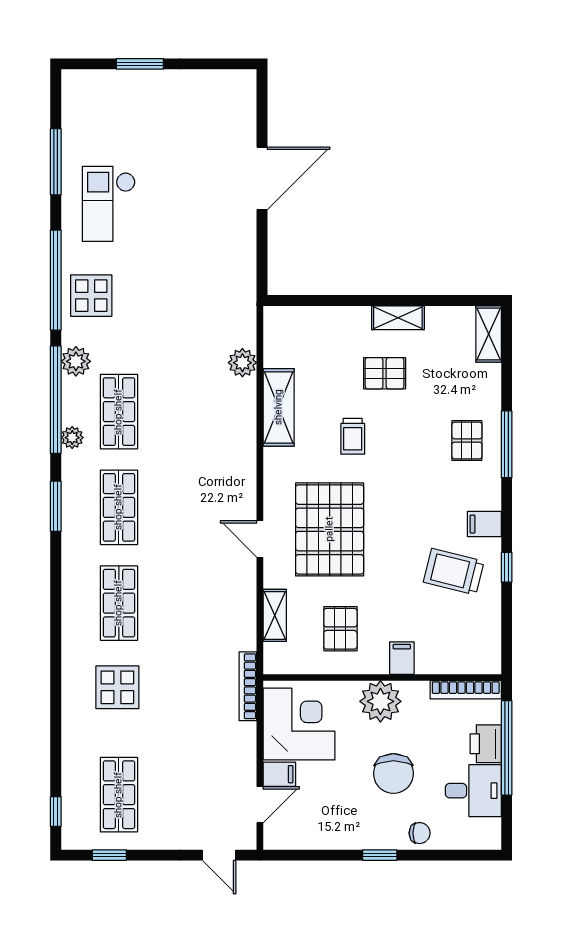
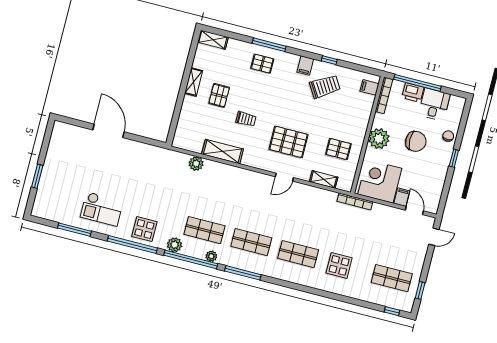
window: (56, 506) -> (243, 273), width x1.44
pallet: (330, 529) -> (289, 142), width x0.73, depth x0.71
trolley: (454, 572) -> (325, 87), turned -136
filing cabinet: (402, 658) -> (369, 87), moved

